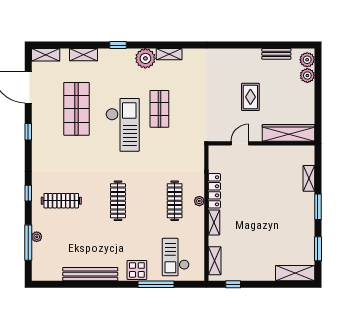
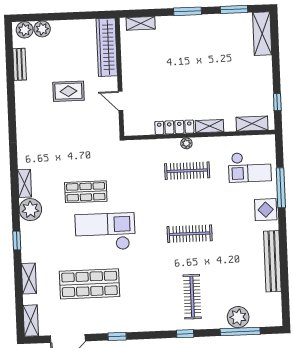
shelving: (309, 178) -> (141, 23), moved
plant: (37, 237) -> (238, 317), width x1.88, depth x1.88

